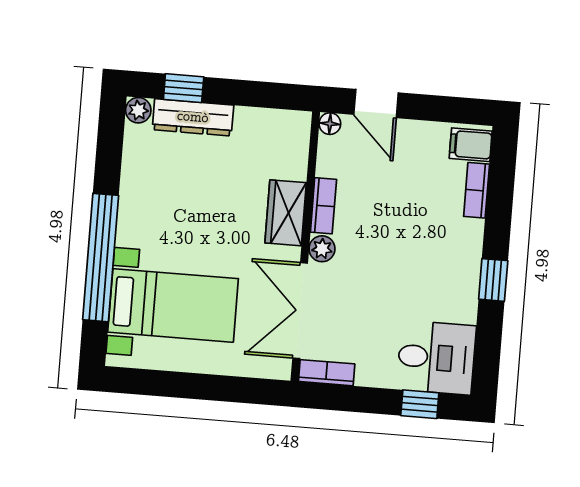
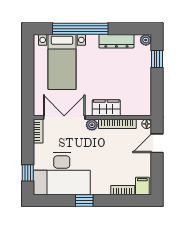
dresser: (193, 117) -> (116, 41), moved, turned -90
bookcase: (323, 206) -> (117, 124), width x1.56
desk: (436, 358) -> (62, 173), width x1.87, depth x1.30

